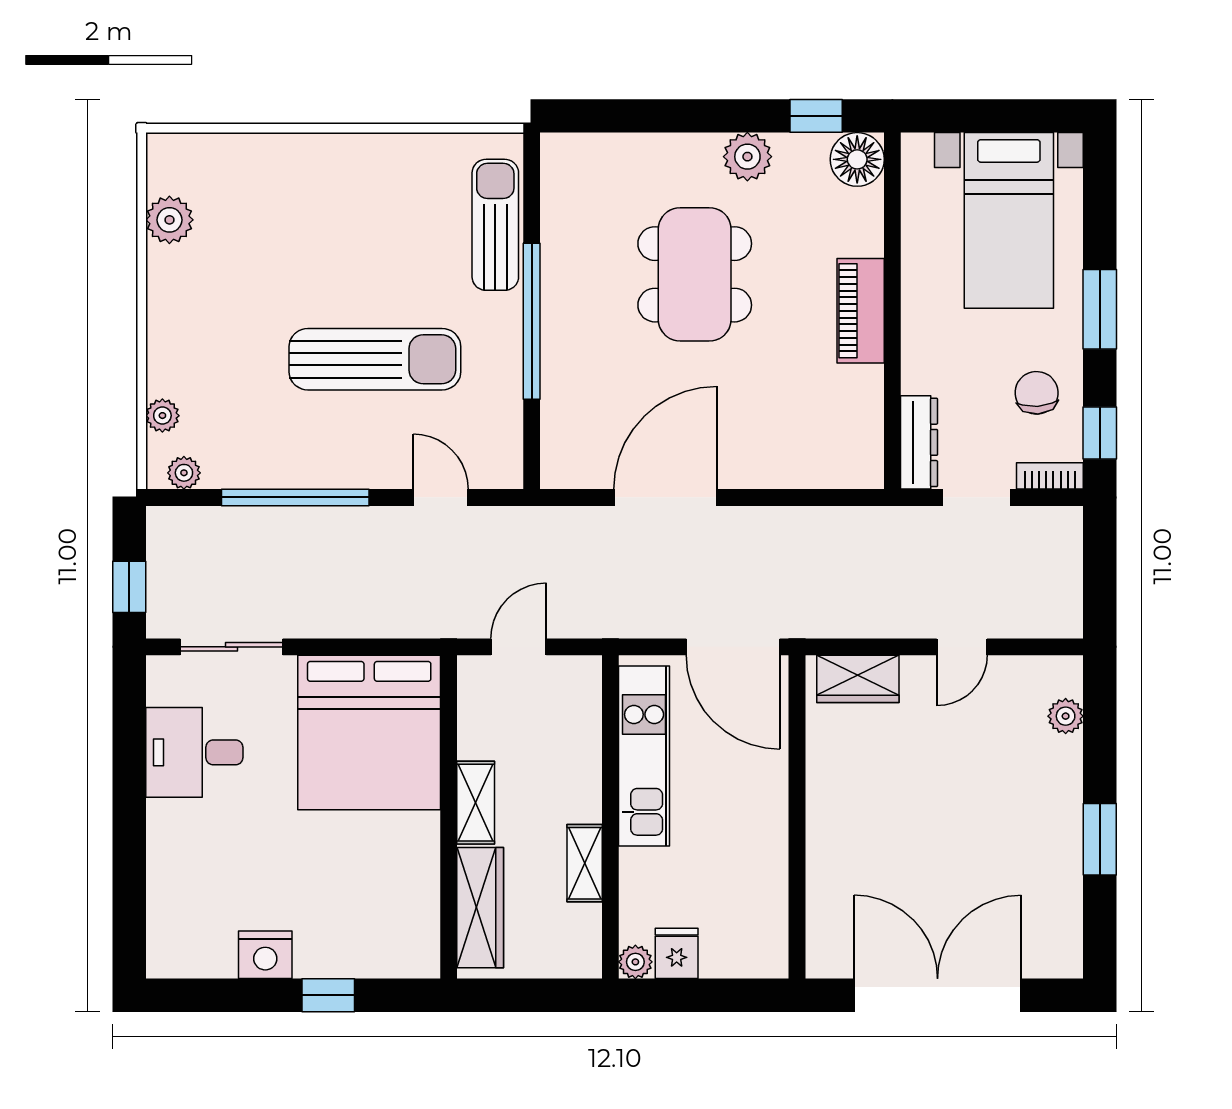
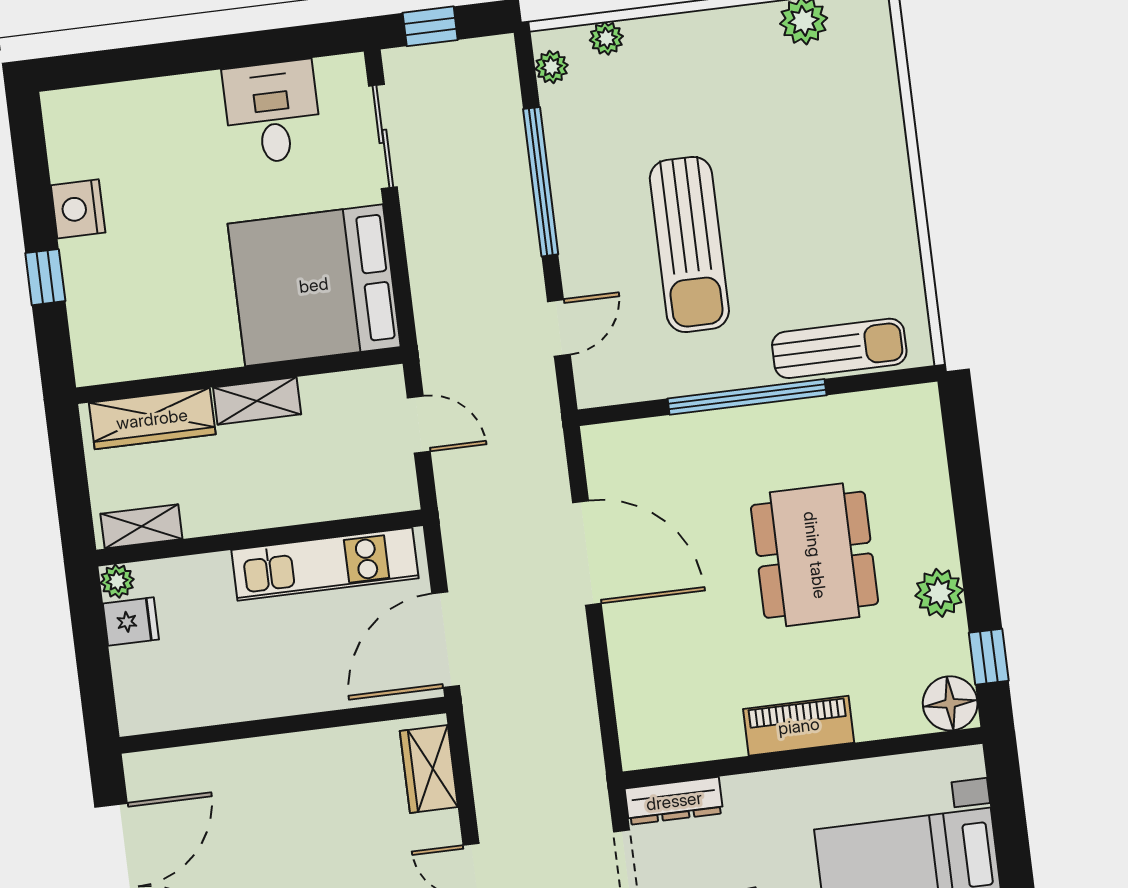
dining table: (695, 274) -> (815, 555), turned 90
shelving: (585, 863) -> (141, 526), moved

